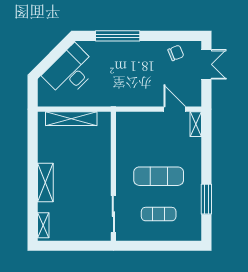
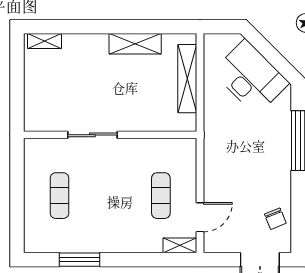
exercise mat: (159, 176) -> (161, 196), moved, width x0.73, depth x0.69
shelving: (45, 183) -> (135, 44), moved
sliding door: (113, 214) -> (92, 135), moved

